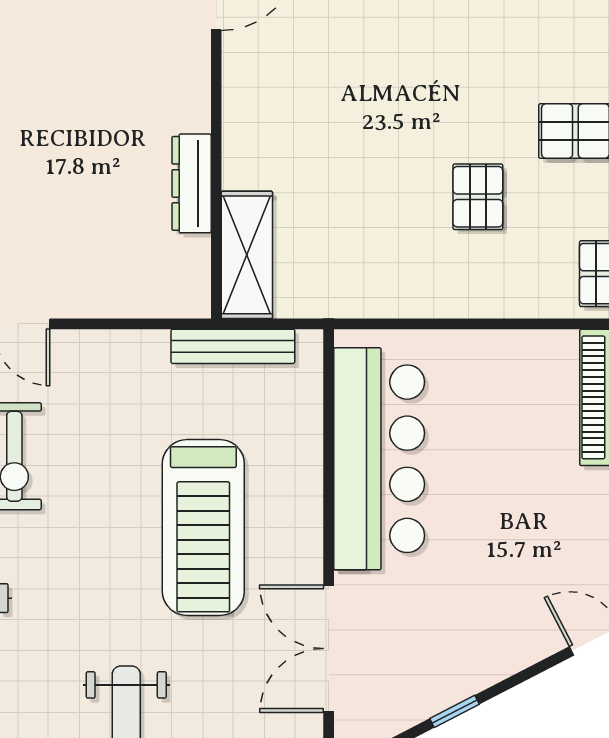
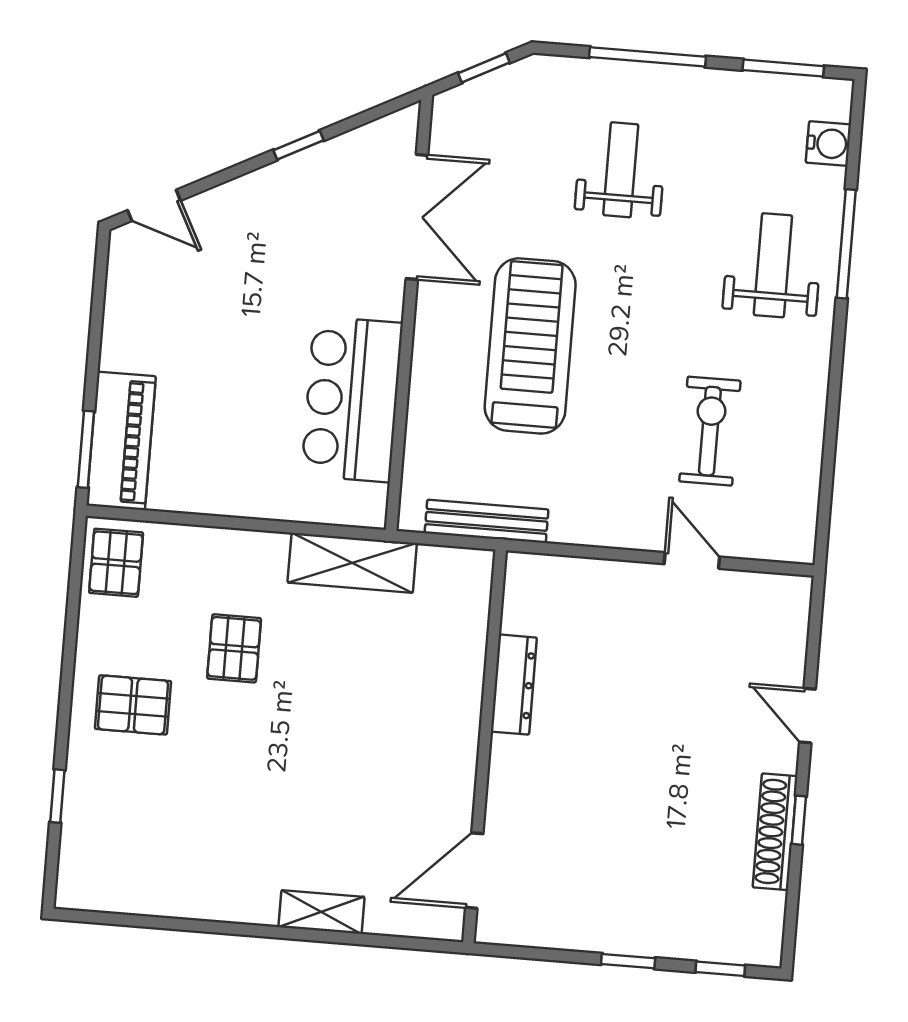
shelving: (247, 255) -> (352, 563), moved, turned 90
bar counter: (379, 459) -> (352, 399), width x0.73

